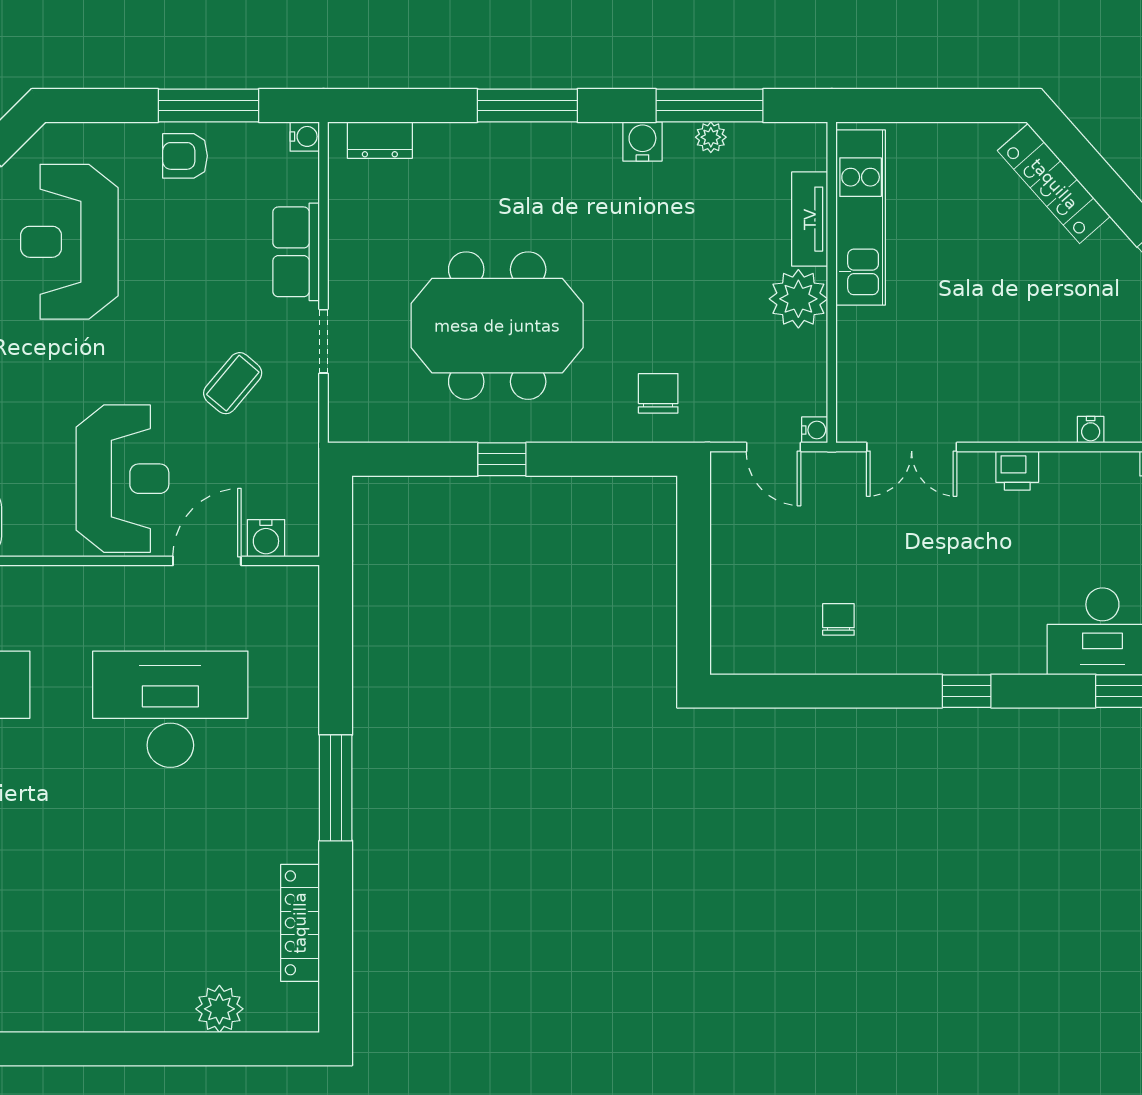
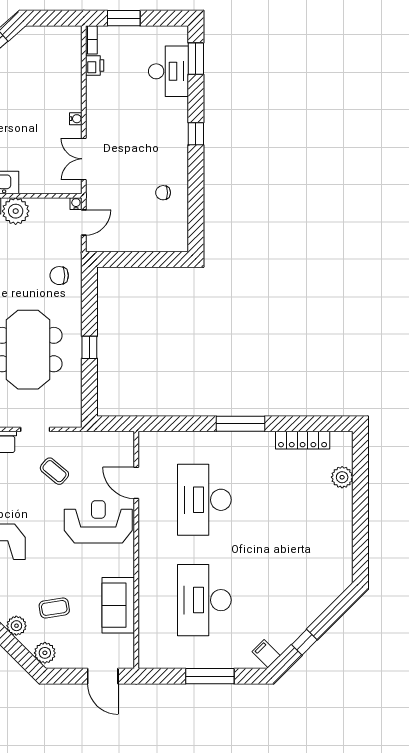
water cooler: (1091, 430) -> (76, 119), moved
double door: (912, 447) -> (84, 159), swing flipped
printer: (1017, 471) -> (95, 65), moved
water cooler: (266, 538) -> (126, 456), removed

